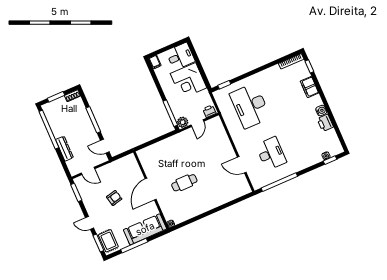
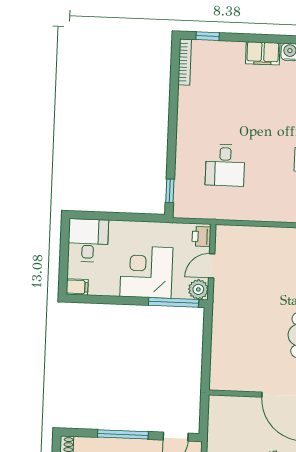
corner desk: (188, 81) -> (146, 272), moved, turned 180
filing cabinet: (309, 87) -> (263, 53), moved
desk: (250, 106) -> (225, 165), width x0.53, depth x0.77
door: (197, 123) -> (212, 266), swing flipped

